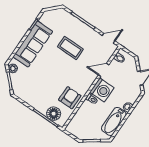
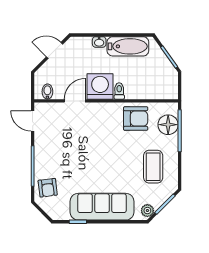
armchair: (65, 21) -> (48, 188), added
coffee table: (70, 48) -> (153, 167), moved
door: (104, 70) -> (75, 101), swing flipped
armchair: (70, 98) -> (136, 119), turned 180

